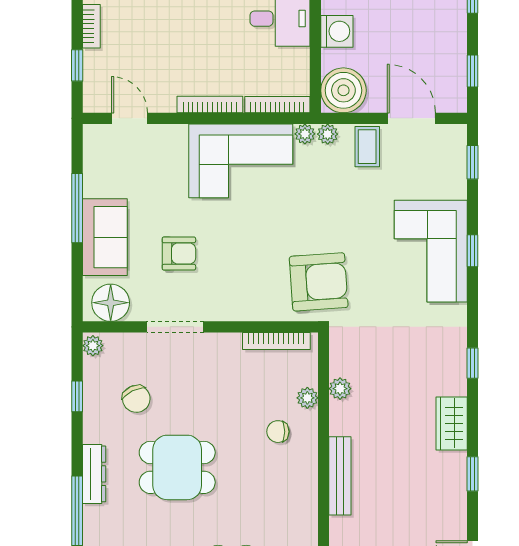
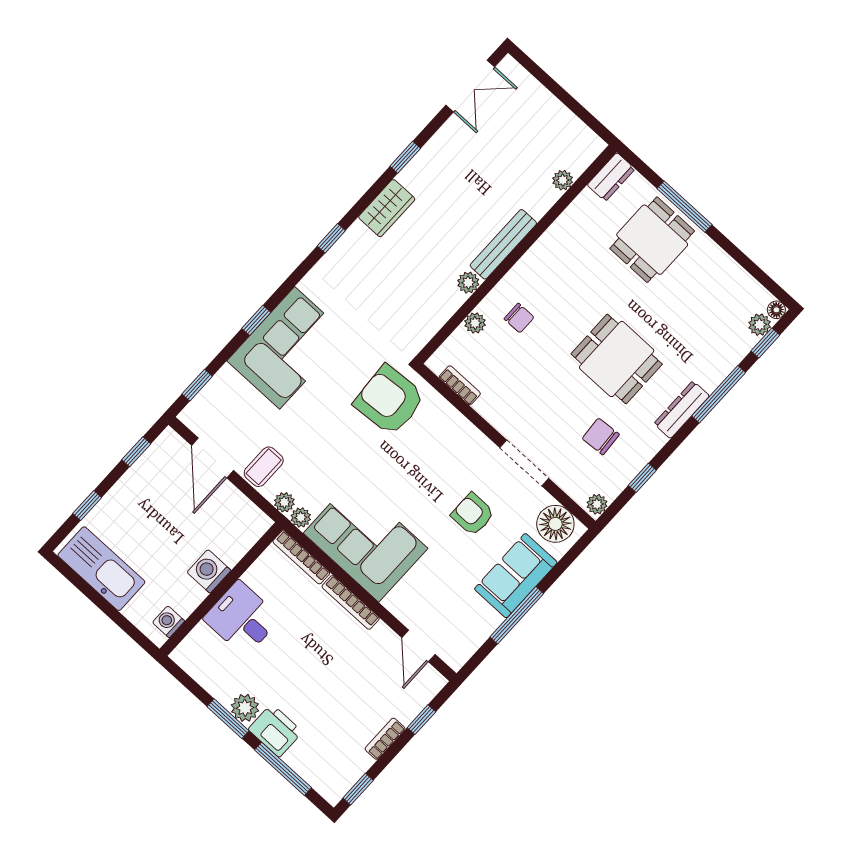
boiler: (343, 90) -> (244, 524), removed
bookcase: (276, 341) -> (460, 385), width x0.64
plant: (340, 389) -> (468, 283), moved
chair: (136, 399) -> (601, 436), turned -68

